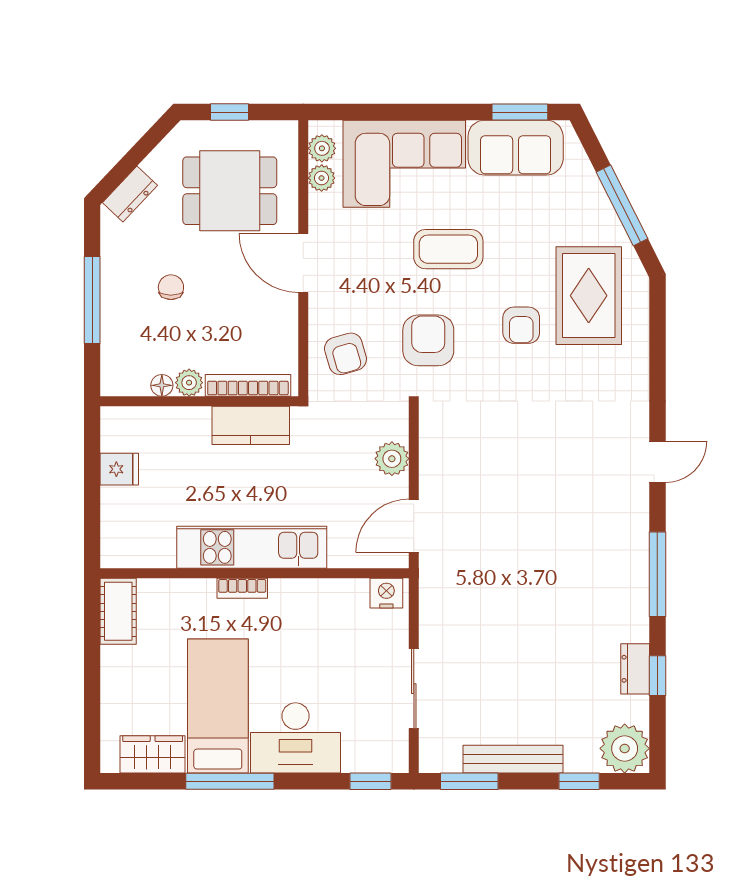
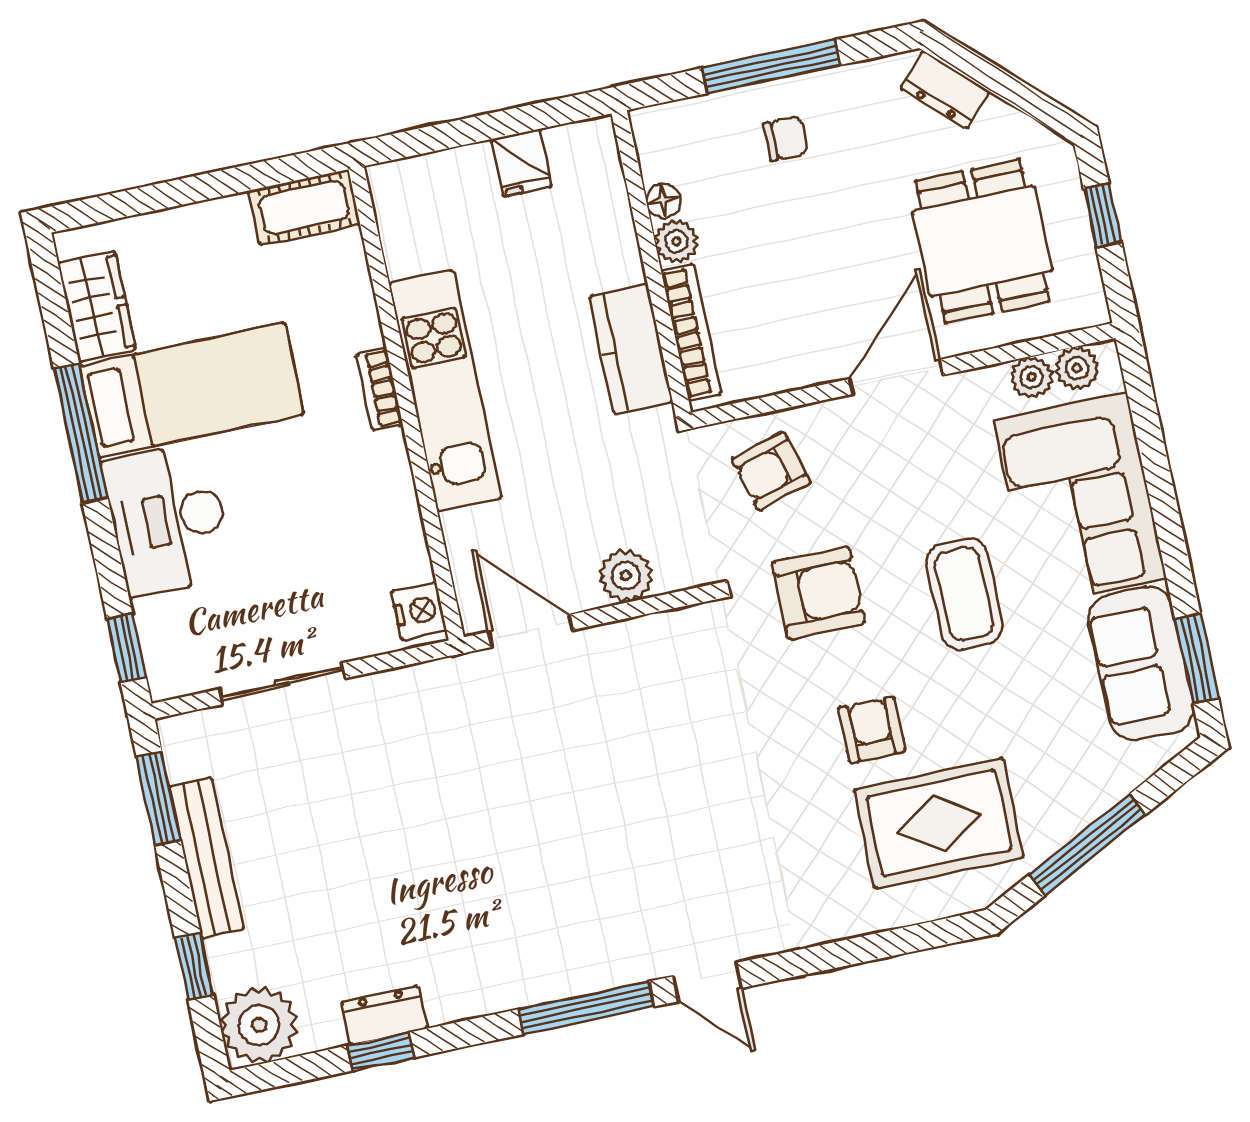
chair: (171, 287) -> (785, 138), moved
armchair: (521, 325) -> (872, 730), turned 90
window: (657, 574) -> (586, 1008), moved

